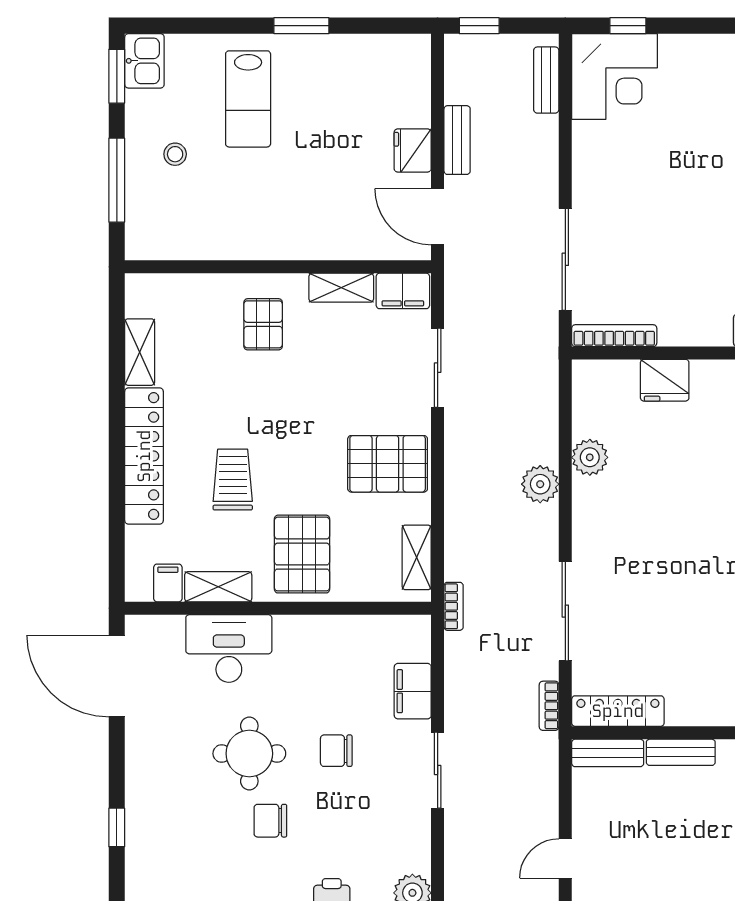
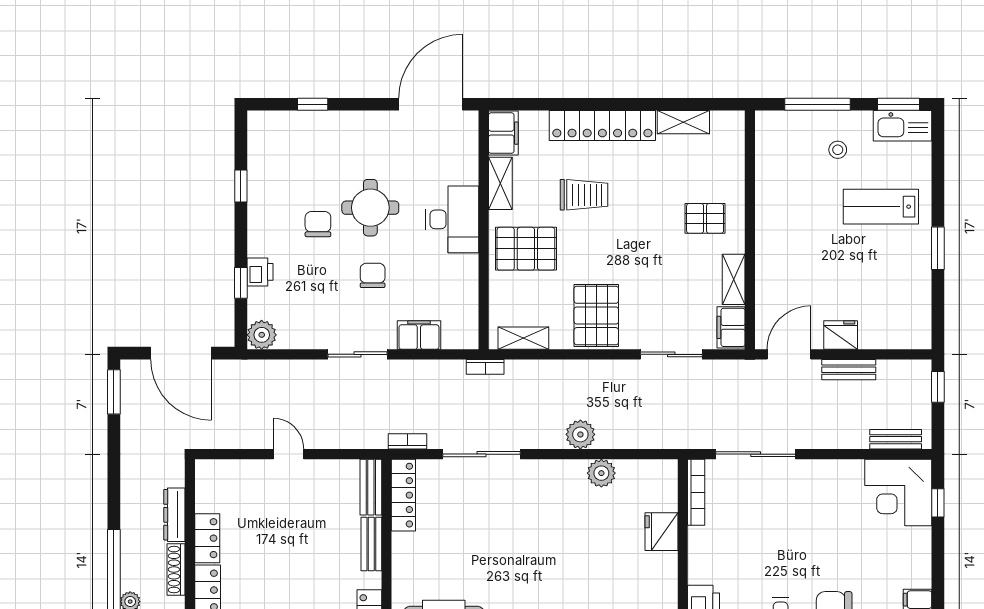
kitchen sink: (144, 61) -> (903, 126), width x1.38
filing cabinet: (168, 583) -> (503, 133), width x2.00
desk: (229, 648) -> (452, 219), moved

